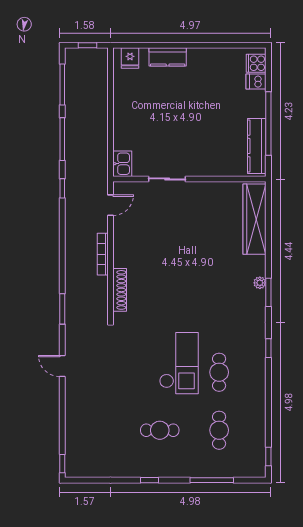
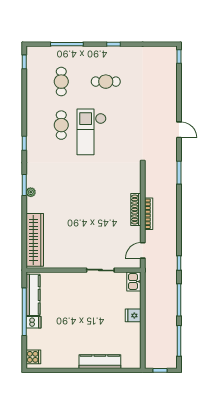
kitchen counter: (168, 57) -> (100, 362), width x1.50
fridge: (130, 58) -> (133, 315), moved, turned -90
dishwasher: (256, 81) -> (34, 322), moved
shoe rack: (120, 290) -> (136, 210), moved

